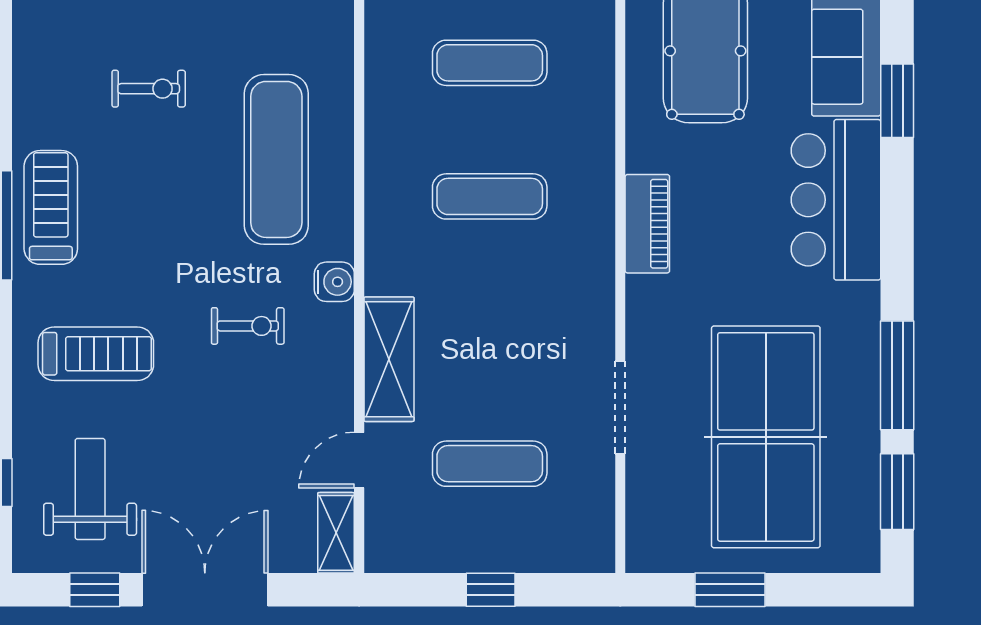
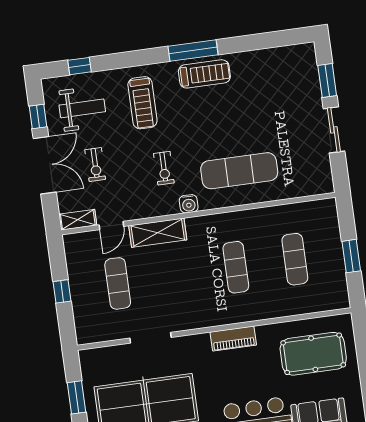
exercise bike: (149, 89) -> (95, 165), moved
door: (359, 460) -> (111, 226), swing flipped

